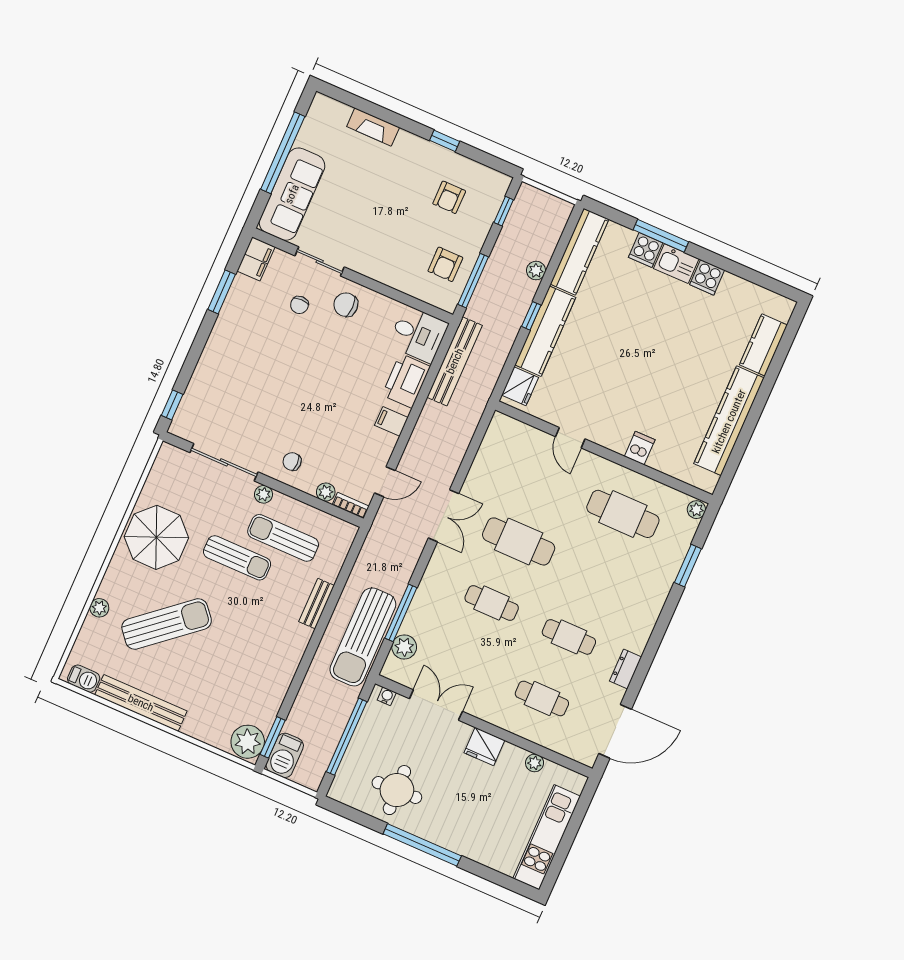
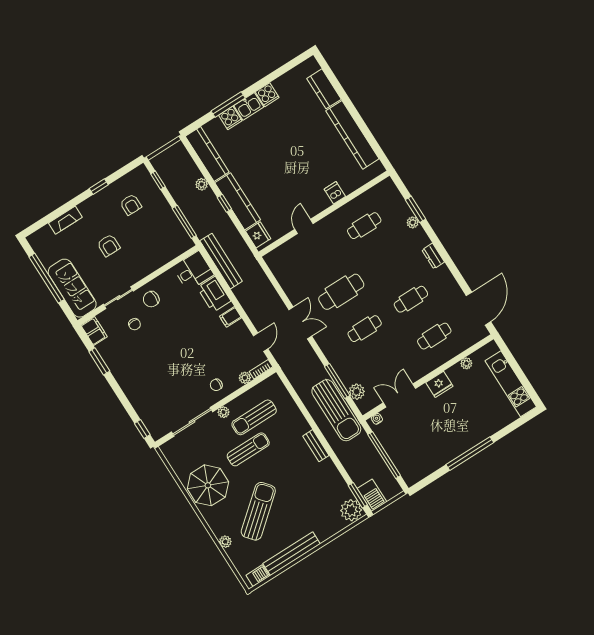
armchair: (445, 264) -> (109, 245), moved
door: (570, 438) -> (304, 226), swing flipped
plant: (696, 510) -> (413, 222), moved
cafe table: (623, 514) -> (364, 226), width x0.73, depth x0.74
bench: (317, 604) -> (316, 446), moved
dresser: (626, 669) -> (433, 256), moved
round table: (397, 790) -> (431, 447), removed

